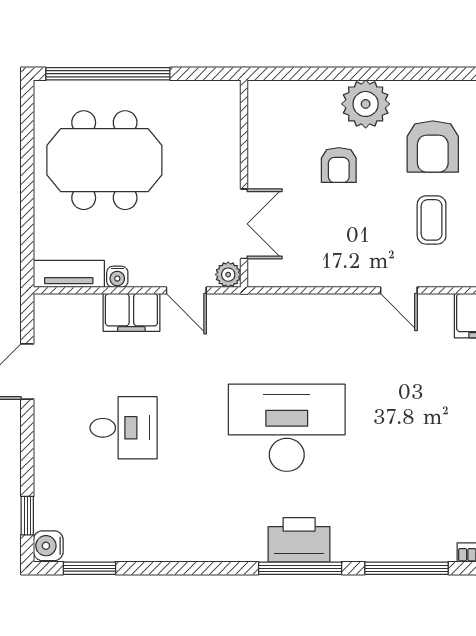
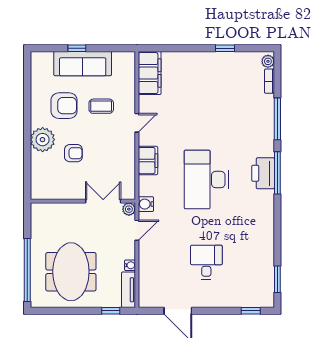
window: (27, 239) -> (111, 311), added
filing cabinet: (131, 312) -> (148, 161), moved
water cooler: (48, 546) -> (146, 204), moved, turned 90

